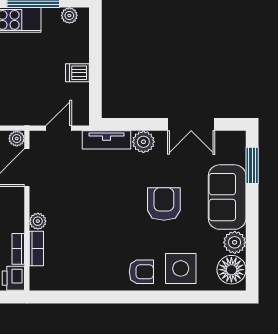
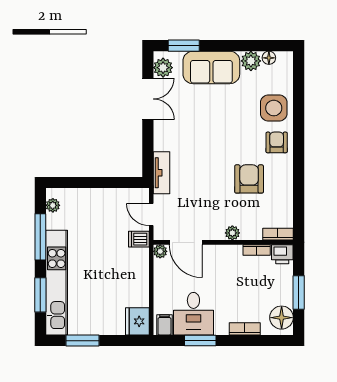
dishwasher: (77, 73) -> (139, 239), moved, turned 90
plant: (143, 142) -> (163, 68), moved
armchair: (164, 204) -> (249, 179), moved, turned 90
bookcase: (36, 249) -> (278, 234), moved
floor lamp: (231, 270) -> (269, 58), width x0.53, depth x0.53

